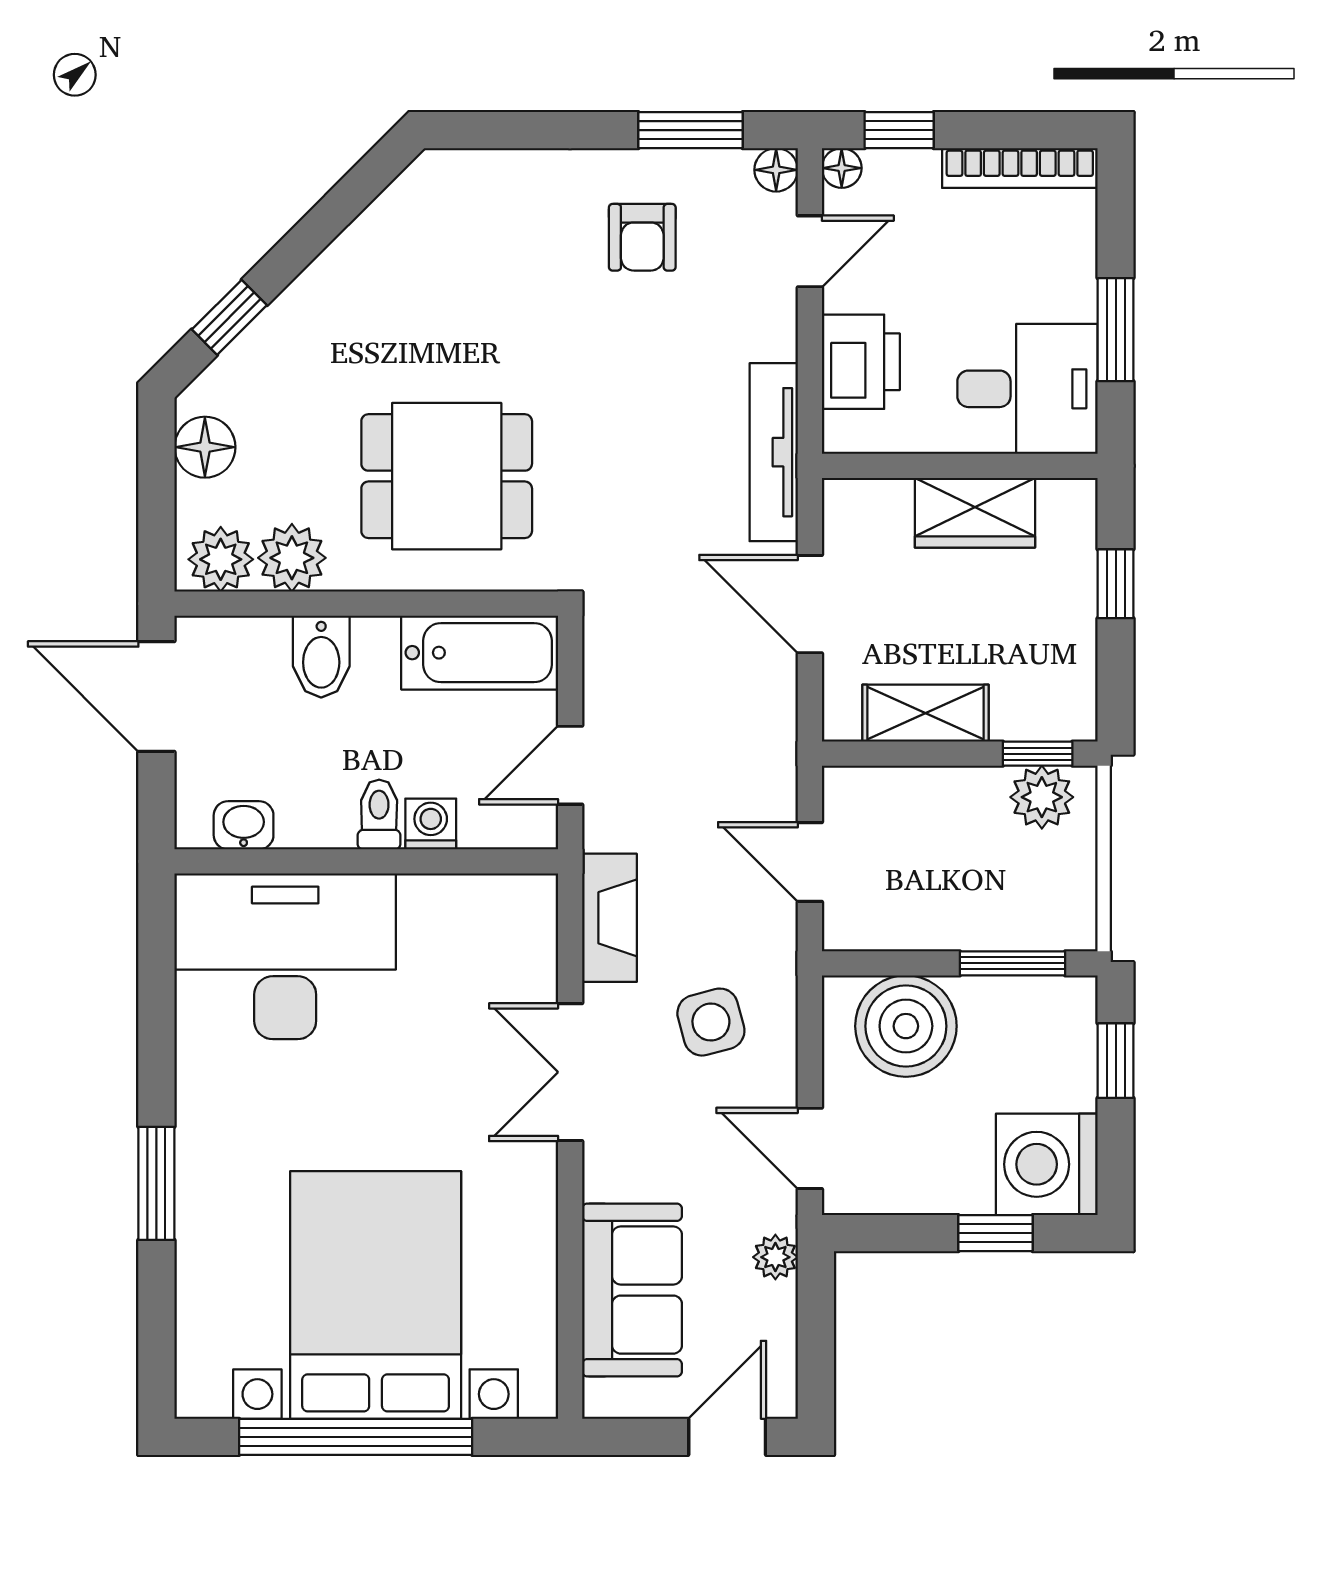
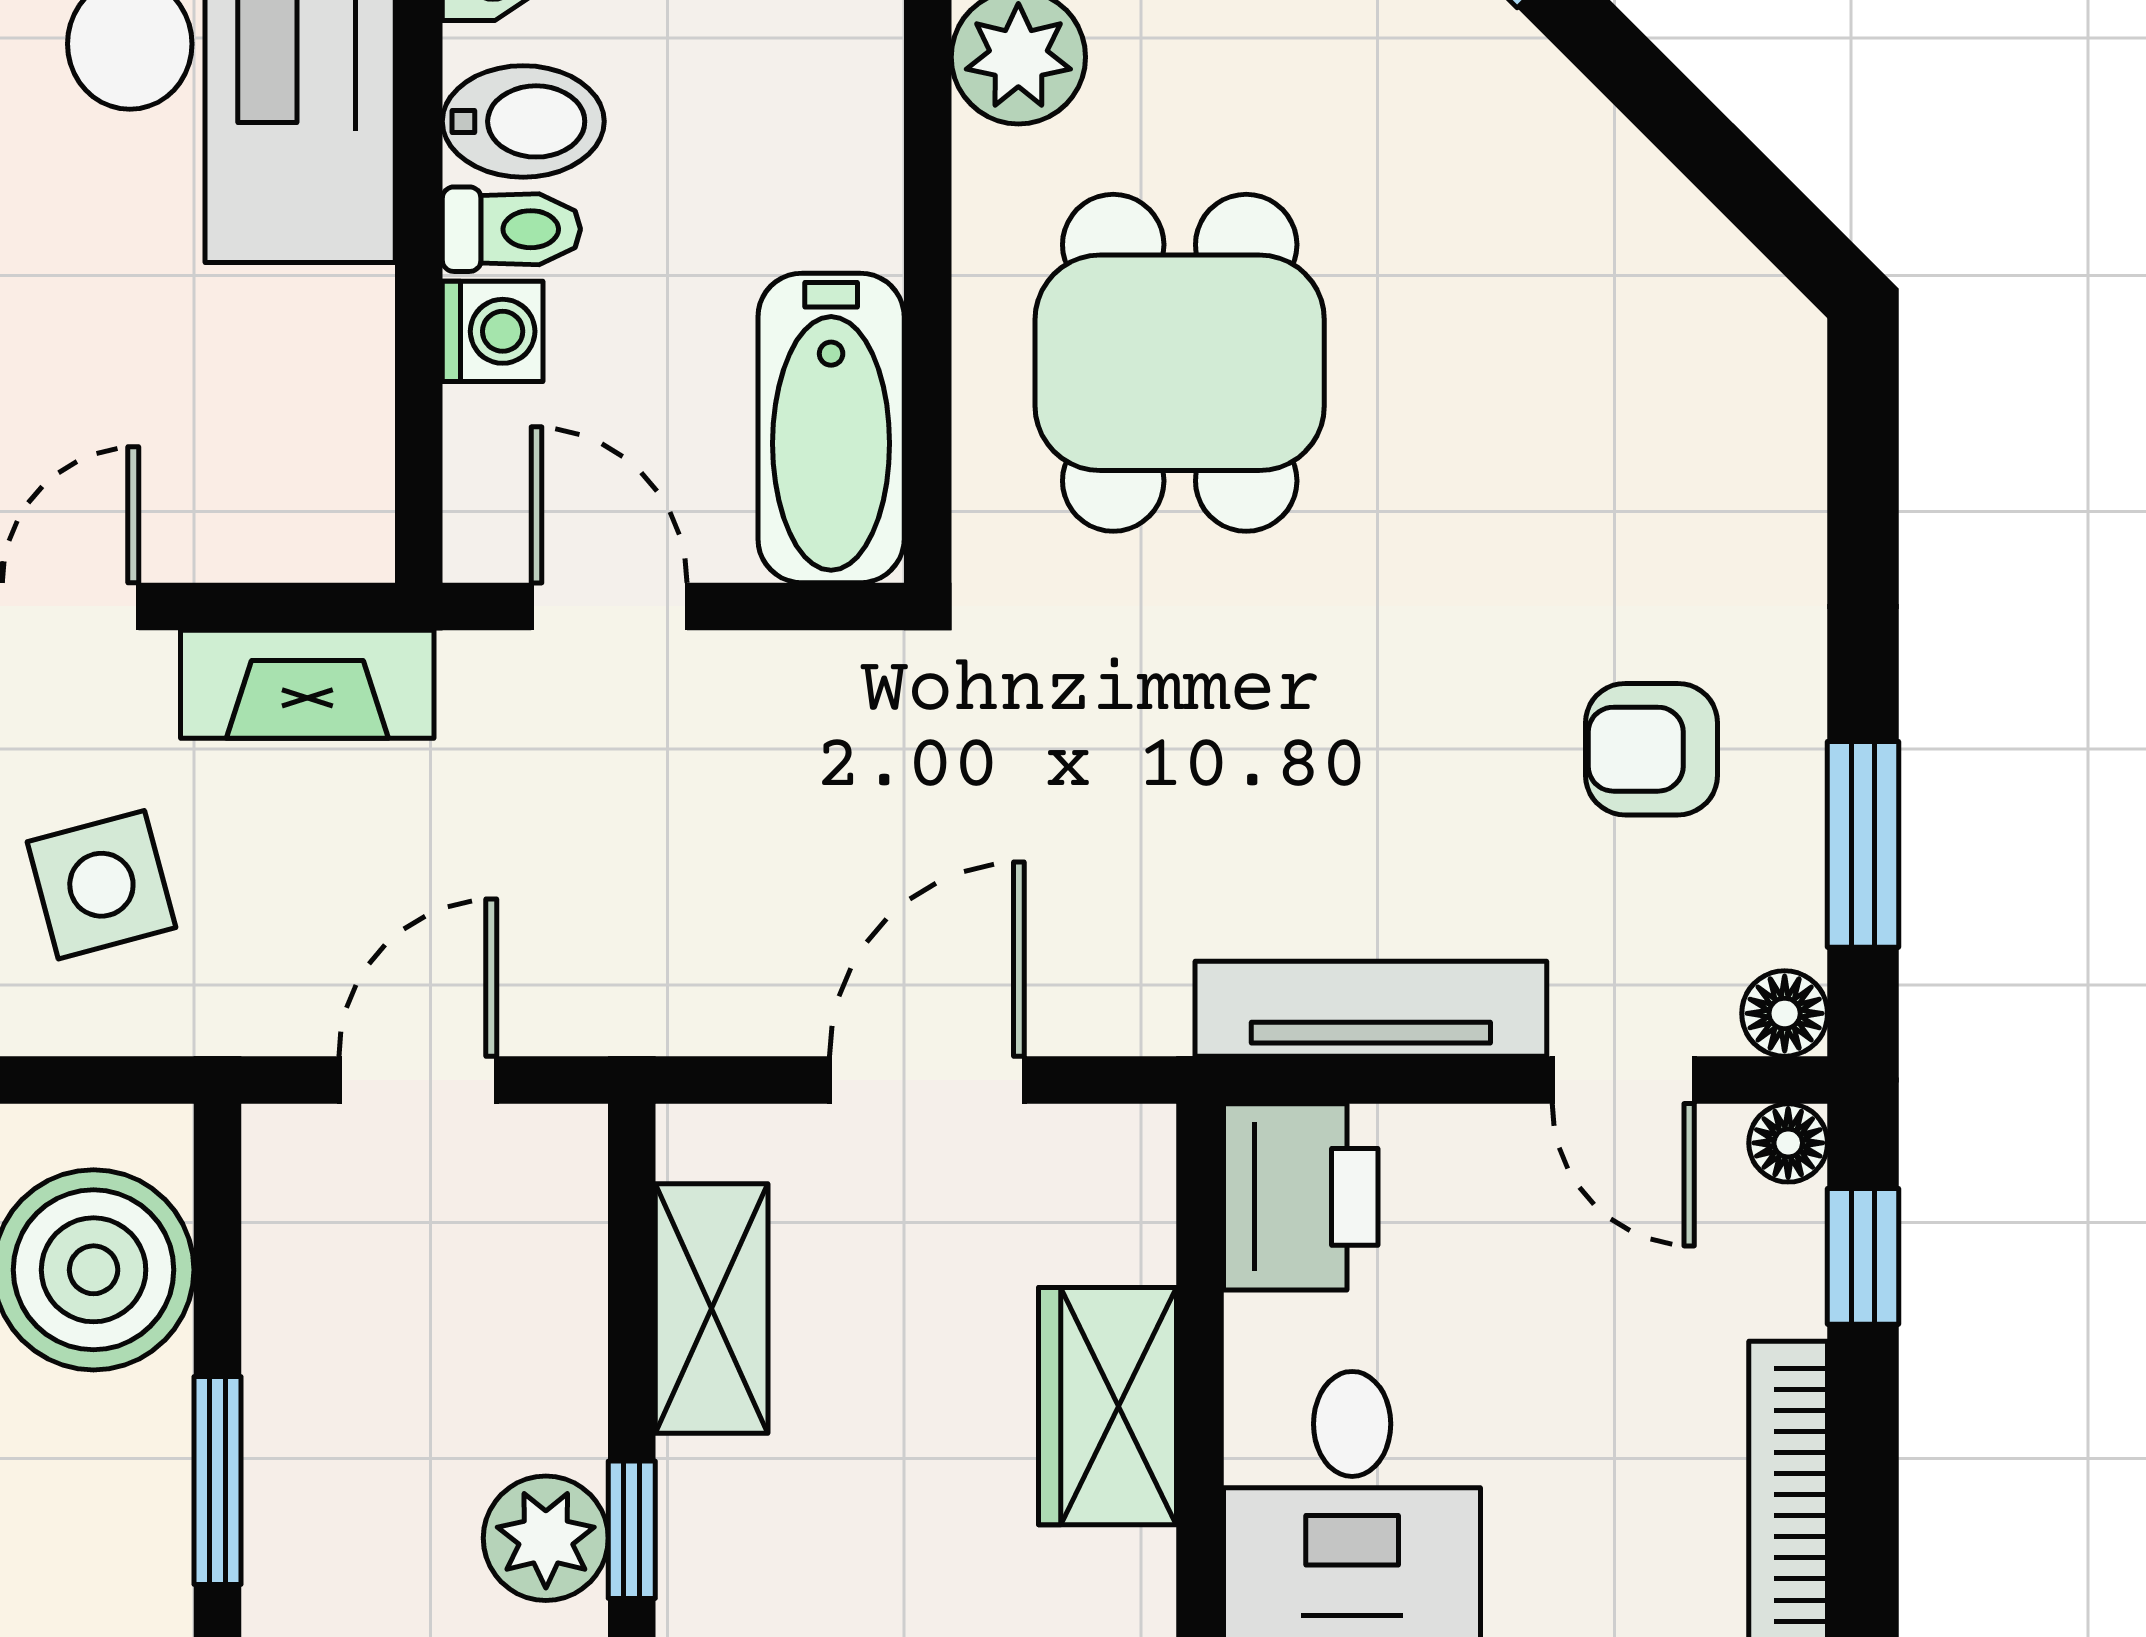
printer: (861, 362) -> (1301, 1197), moved, turned -90
tv unit: (774, 452) -> (1371, 1009), moved
bidet: (321, 657) -> (523, 121), moved, turned 180

